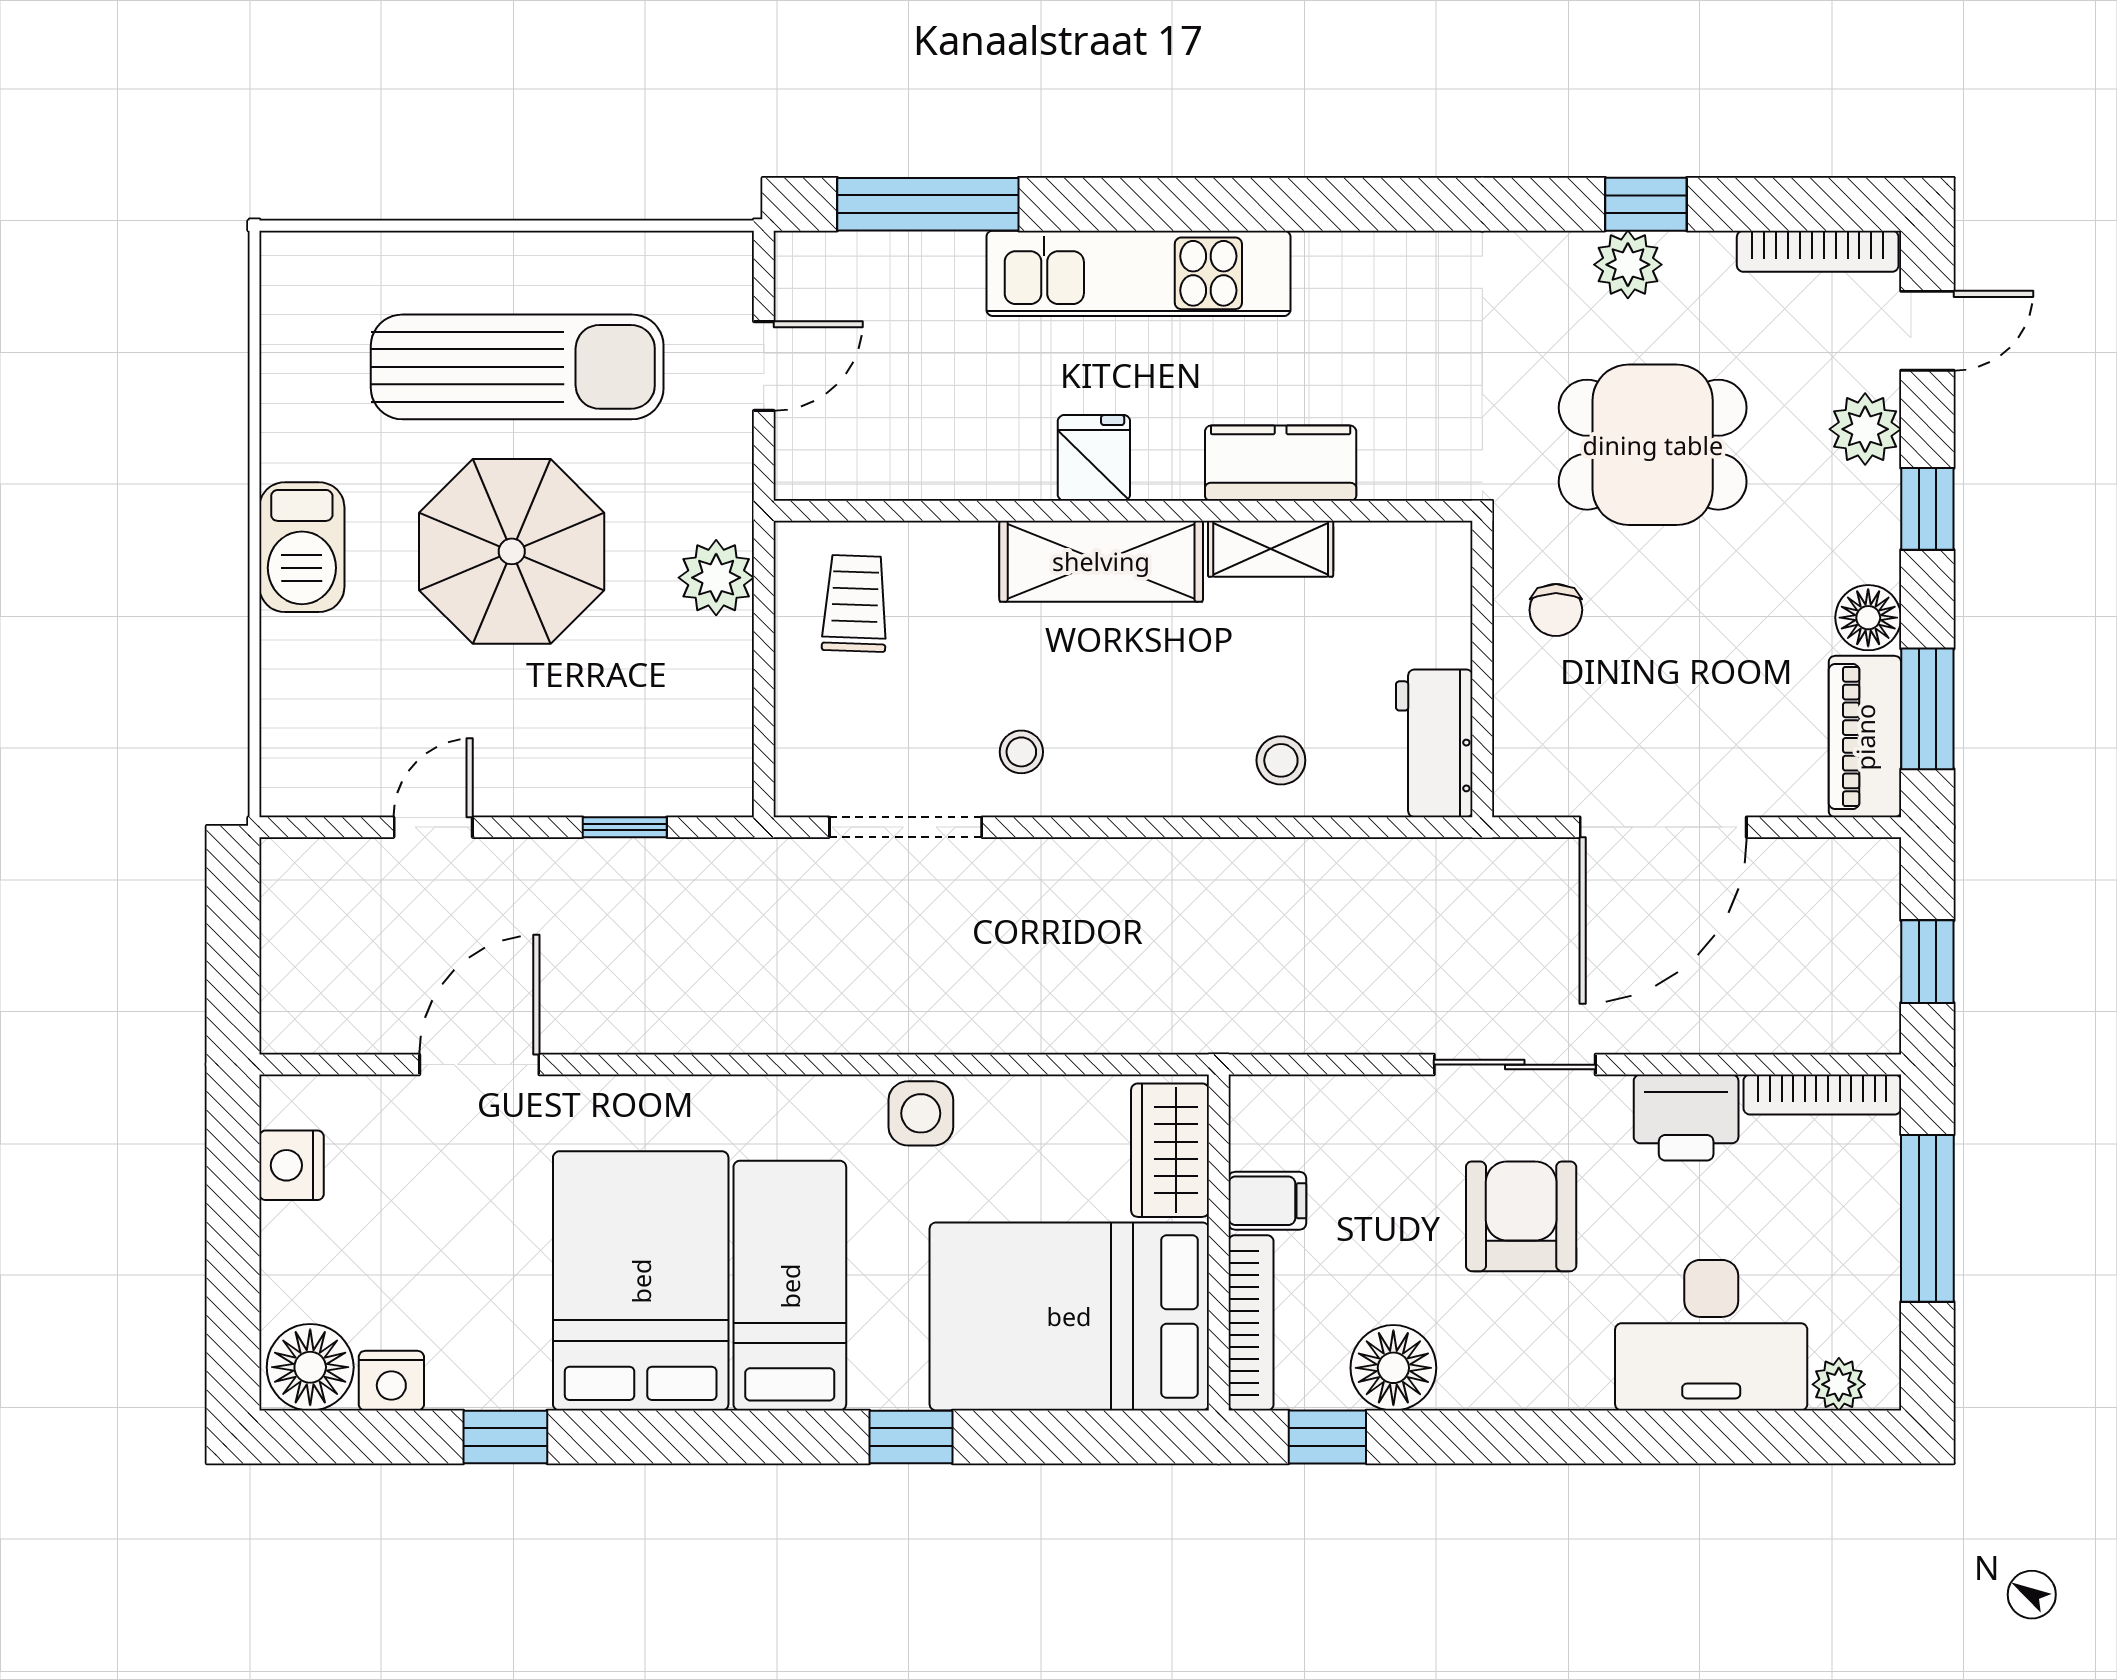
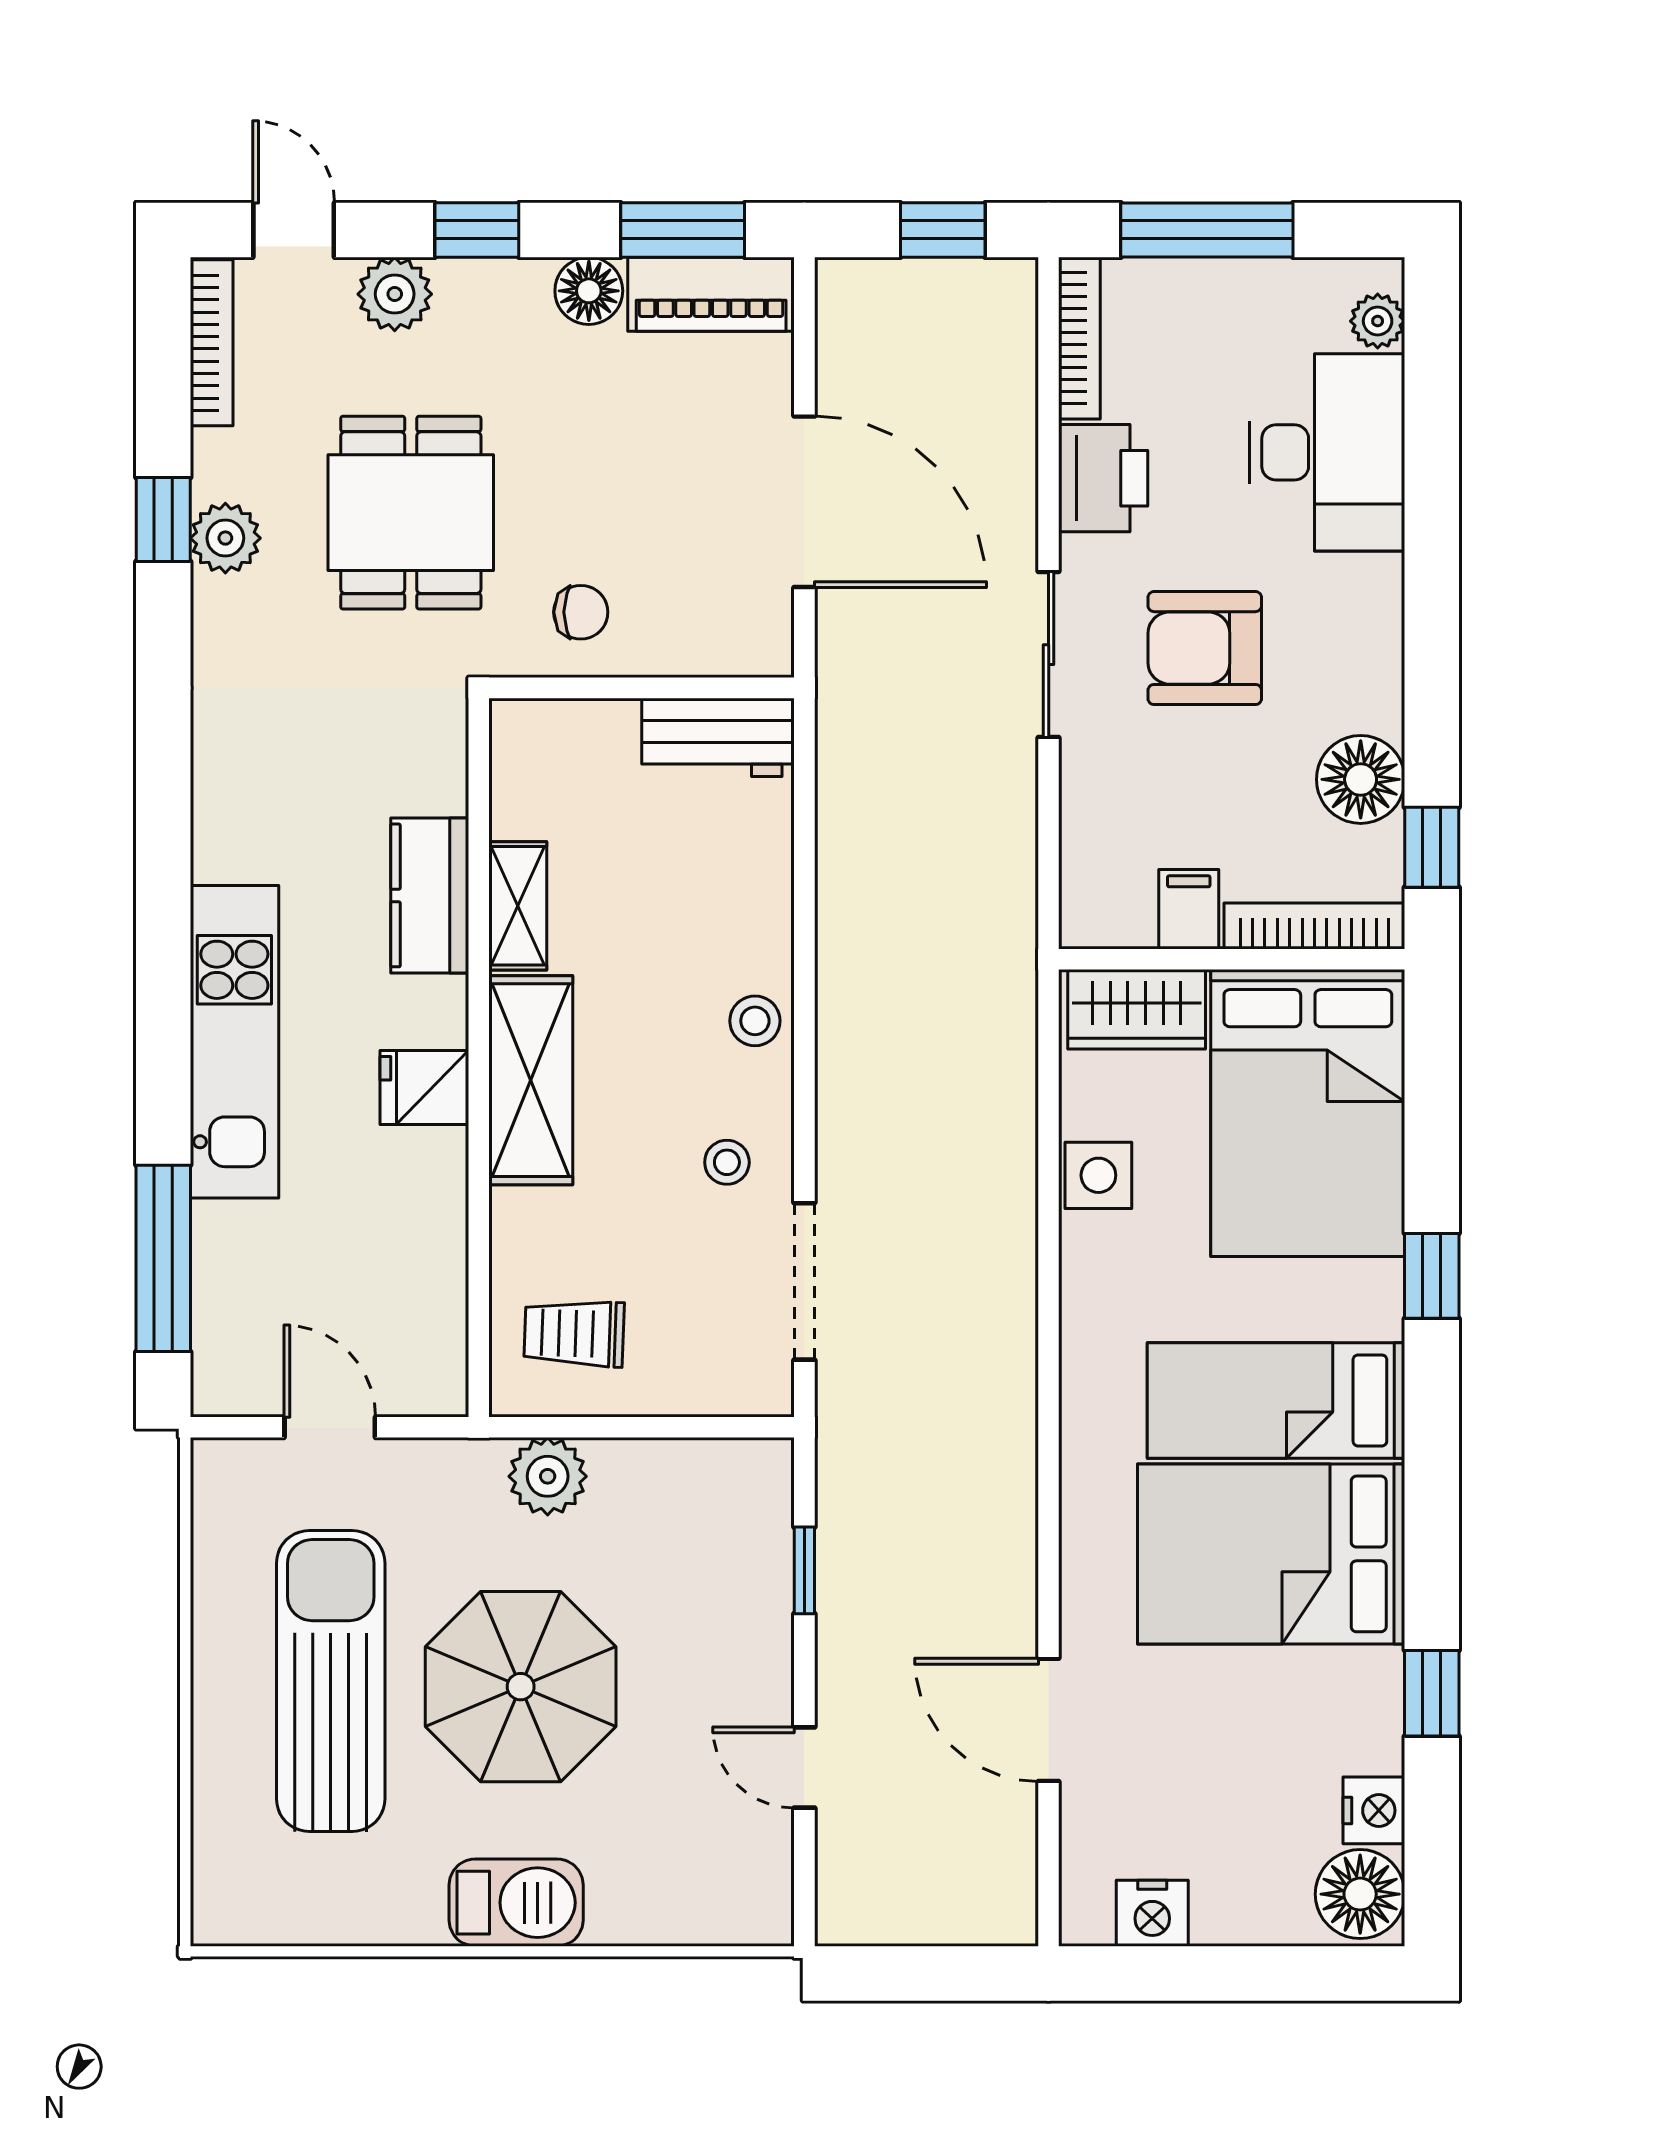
stool: (1281, 760) -> (755, 1021), moved
side table: (921, 1113) -> (1098, 1175), moved

